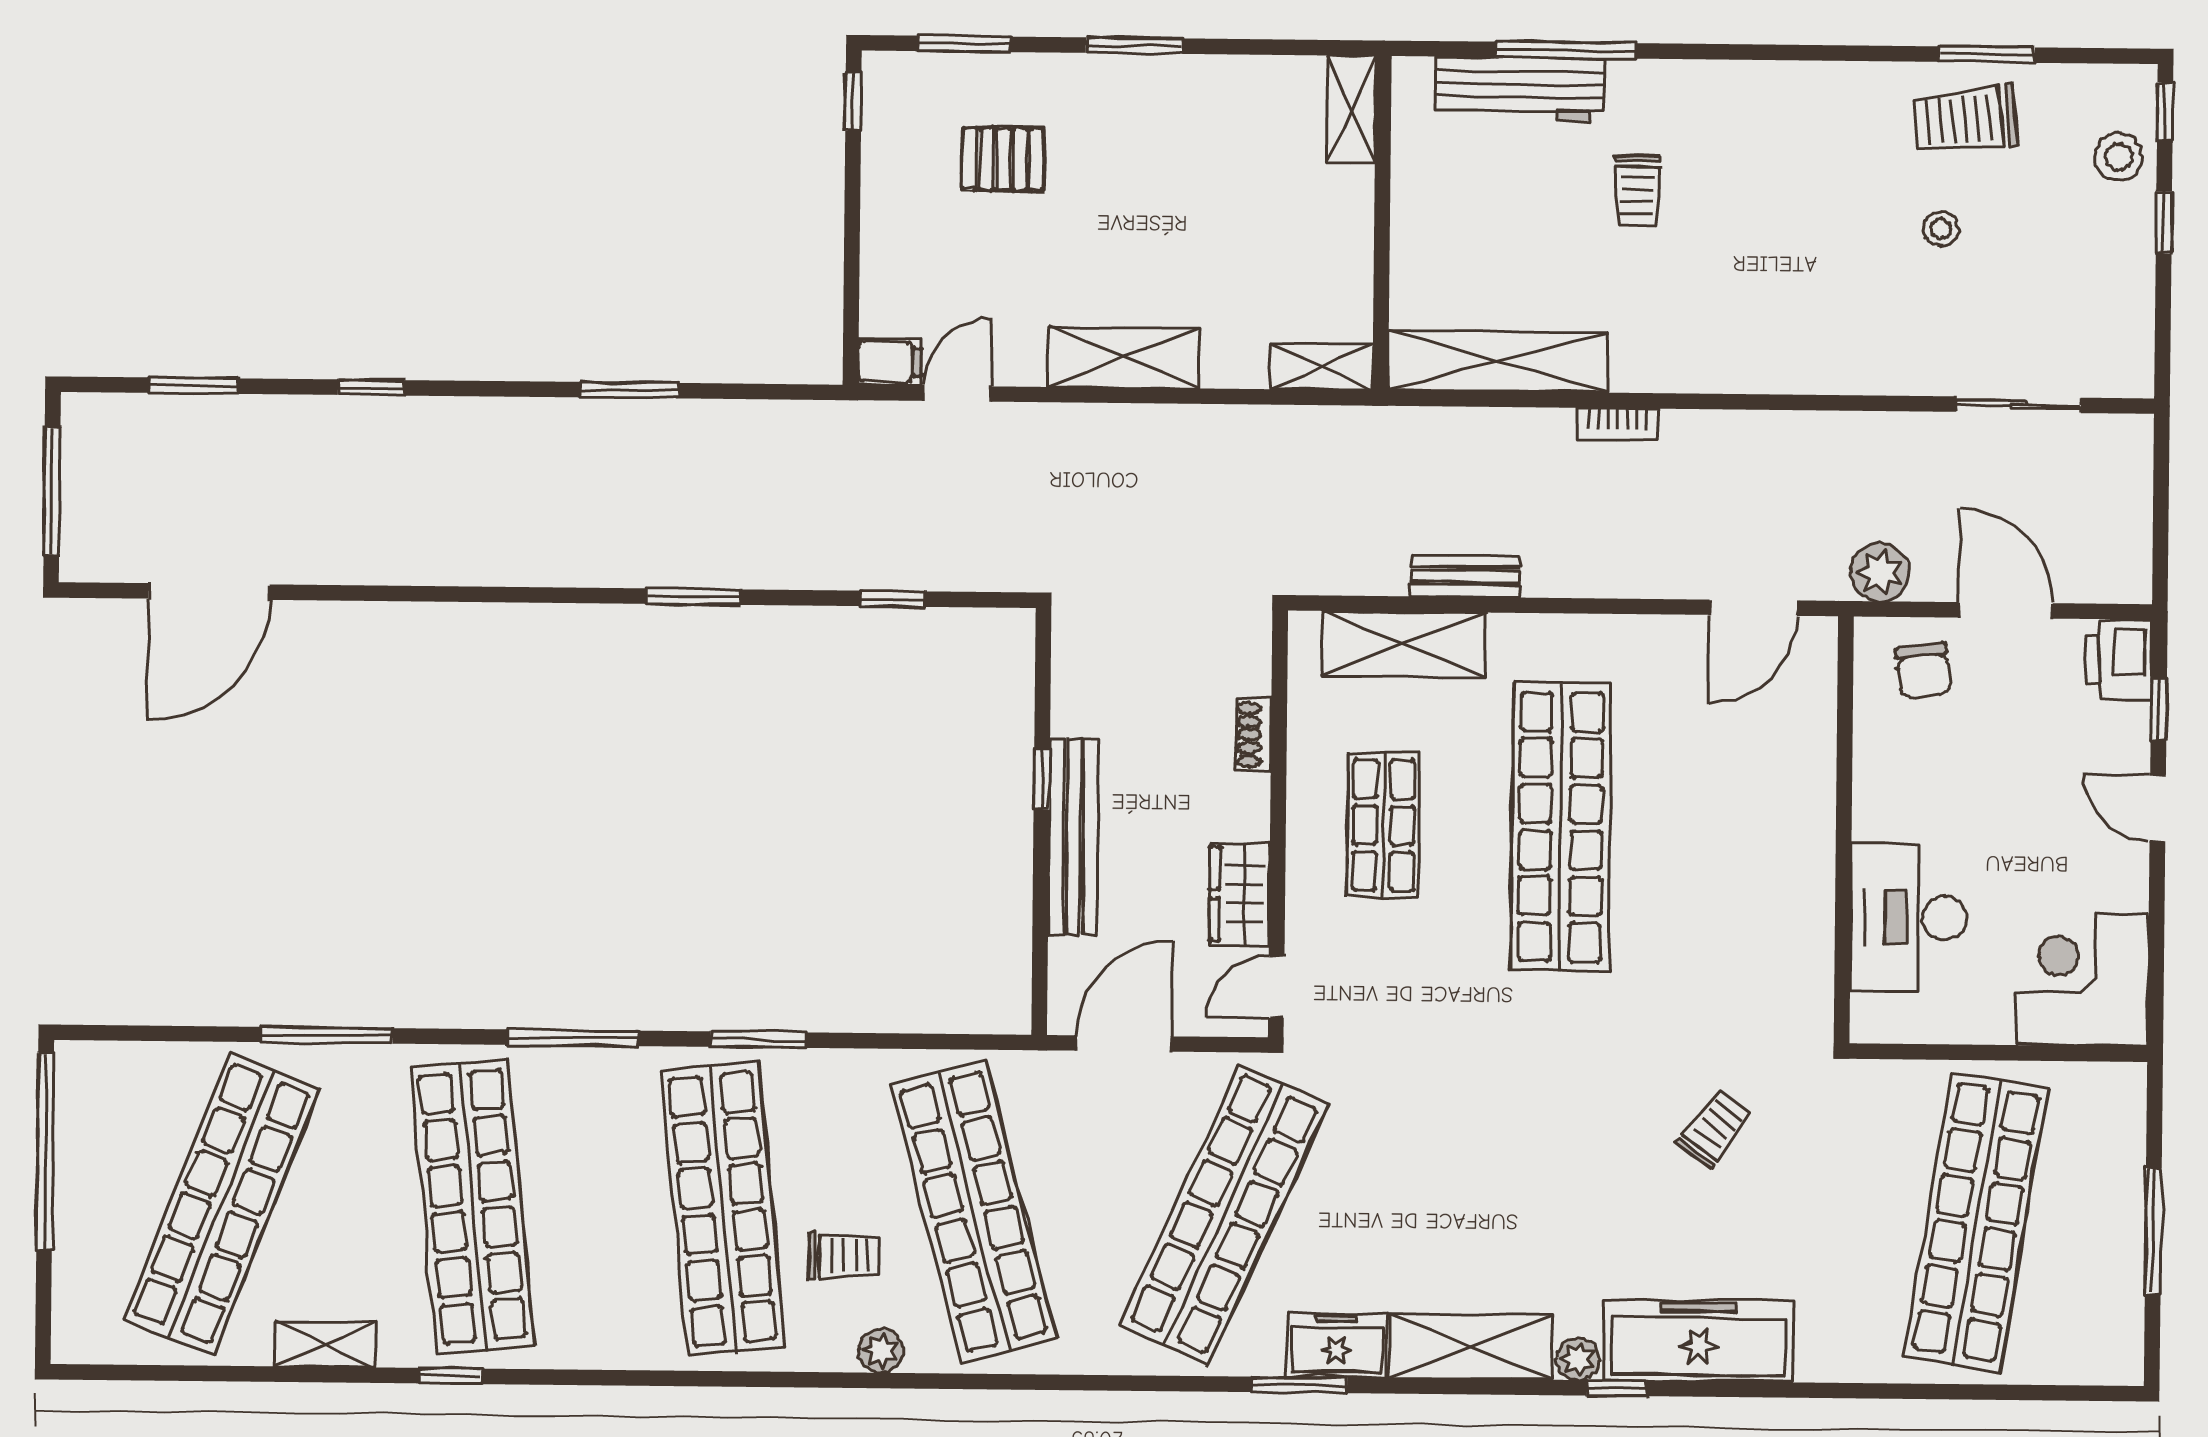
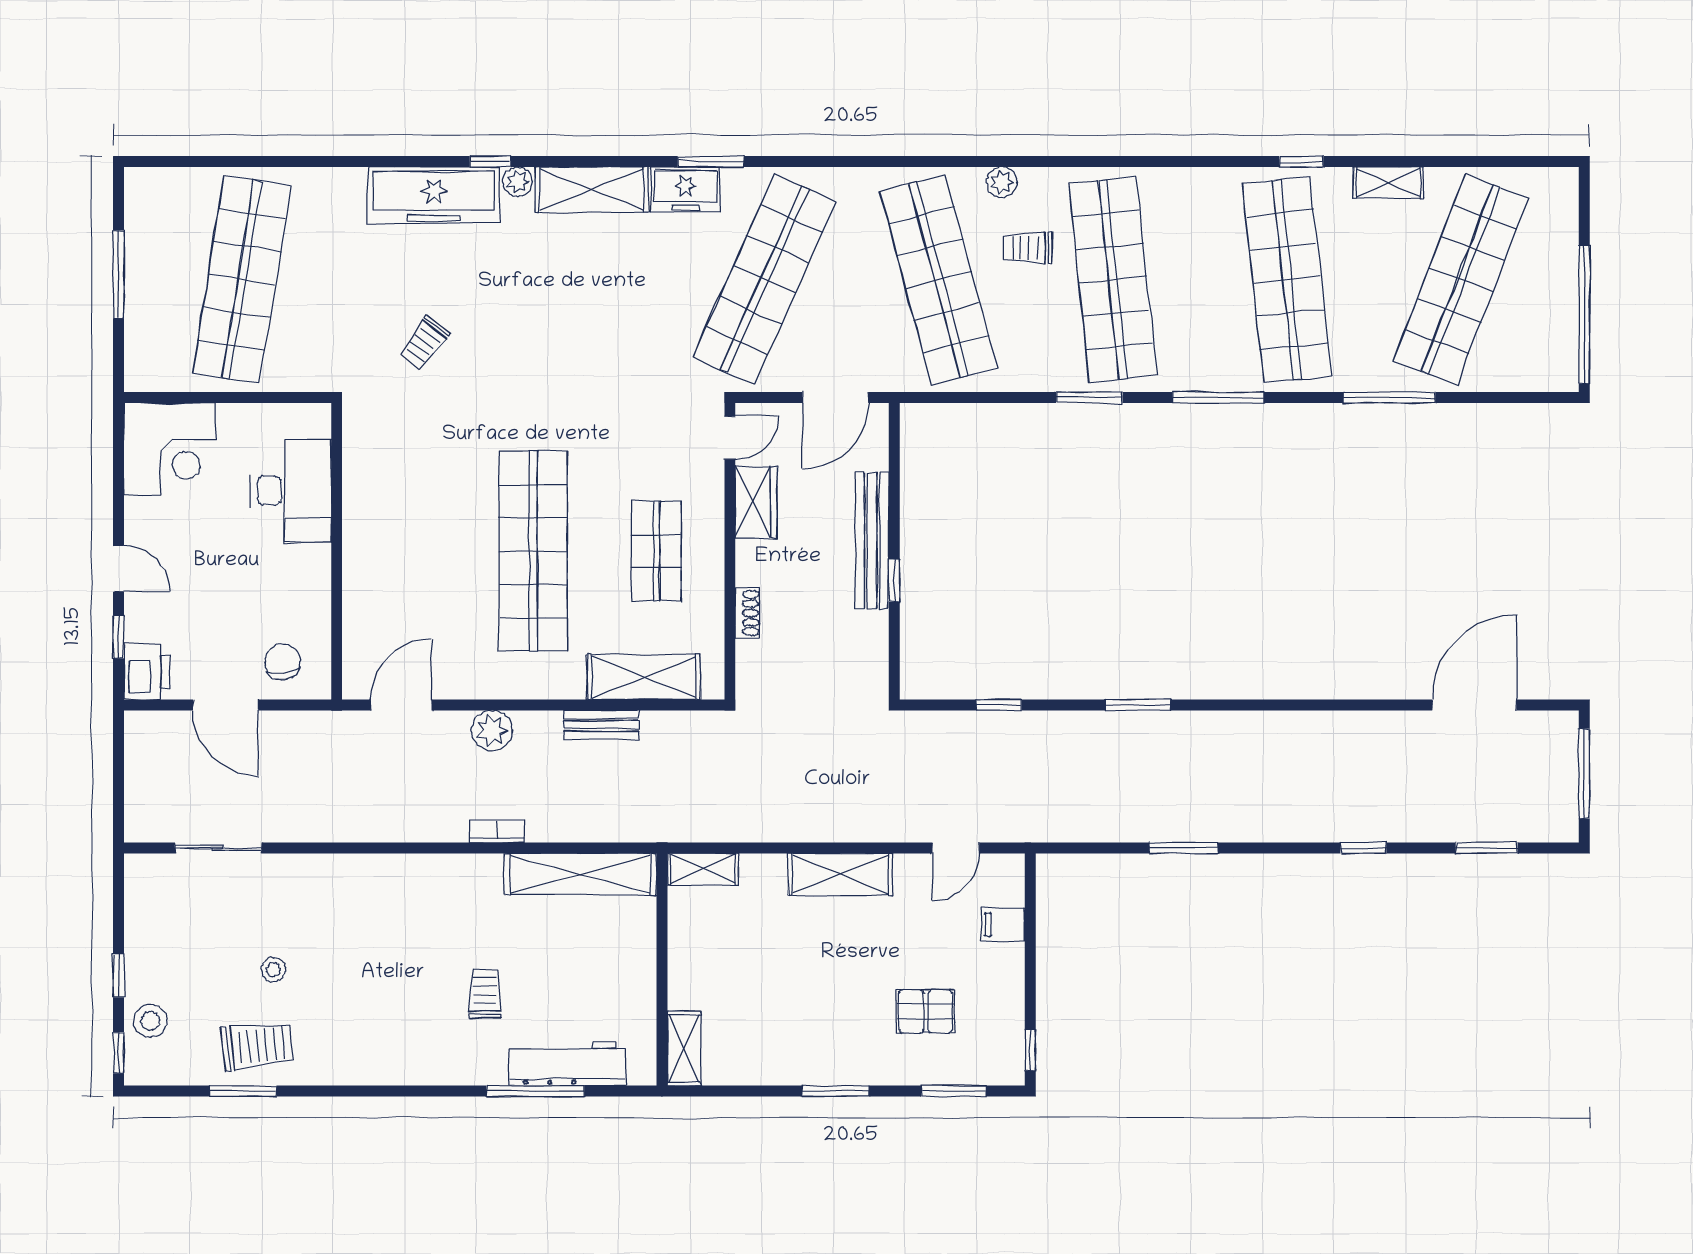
filing cabinet: (890, 362) -> (1003, 925), moved
plant: (1880, 572) -> (492, 730), moved

